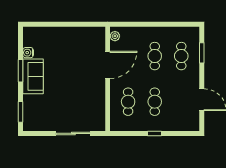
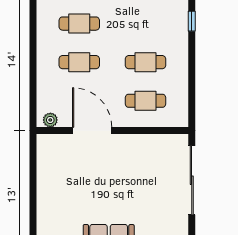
sliding door: (73, 133) -> (192, 180), width x1.36
window: (154, 133) -> (192, 21), moved

